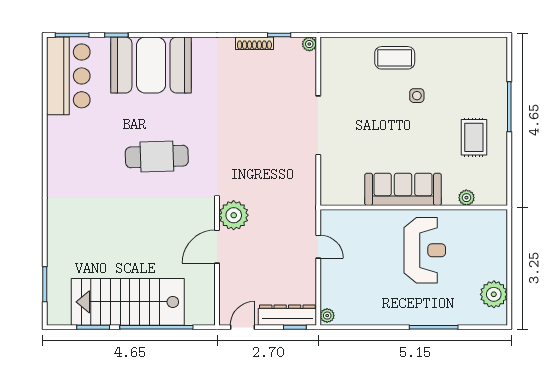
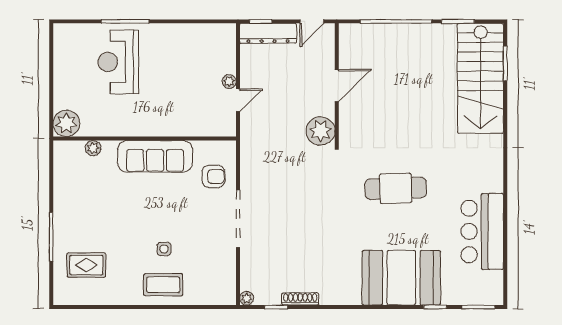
bar counter: (68, 76) -> (482, 231), moved
side table: (417, 96) -> (164, 249), moved
rug: (474, 137) -> (86, 265), moved, turned 90
armchair: (343, 169) -> (213, 176), added
door: (217, 247) -> (337, 86), moved
door: (318, 247) -> (238, 100), swing flipped
reception desk: (425, 250) -> (118, 62), moved
plant: (494, 294) -> (66, 123), moved
stairs: (128, 302) -> (480, 78), moved, turned 90
plant: (327, 316) -> (229, 81), moved

